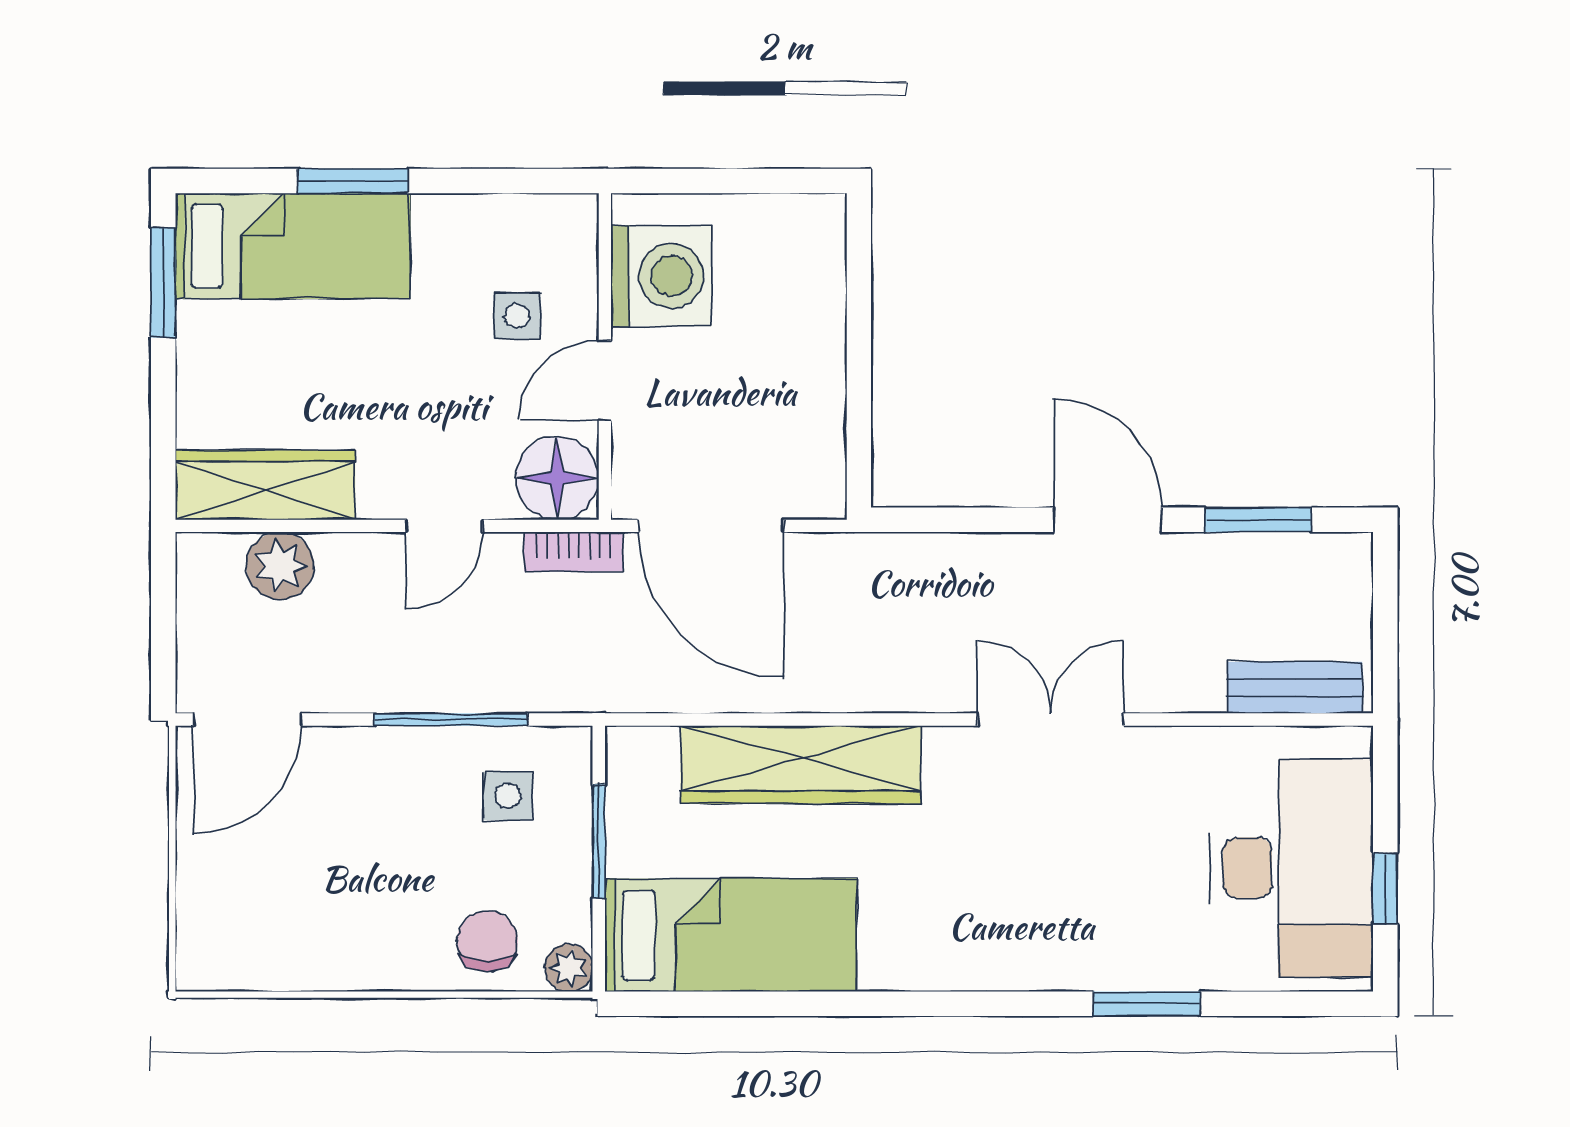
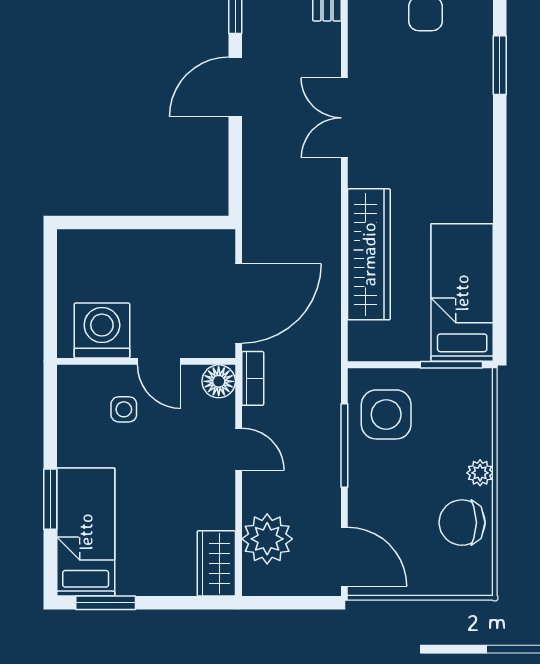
floor lamp: (557, 478) -> (219, 381), width x0.73, depth x0.73
wardrobe: (265, 485) -> (216, 563), width x0.67
plant: (280, 566) -> (267, 539), width x1.36, depth x1.36
side table: (508, 796) -> (386, 414), width x1.87, depth x1.87
window: (599, 841) -> (451, 365), moved
chair: (487, 941) -> (462, 523), moved, width x1.37, depth x1.37
plant: (569, 968) -> (480, 473), moved

